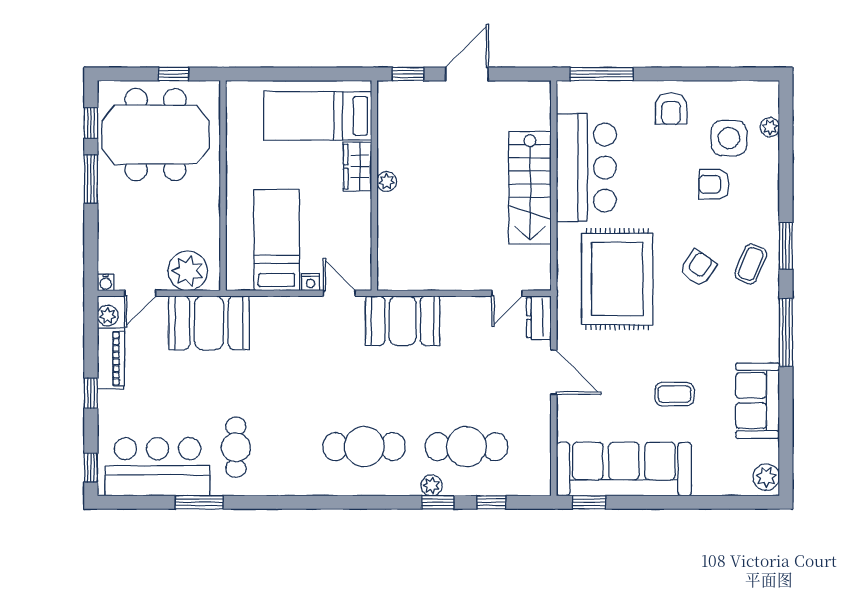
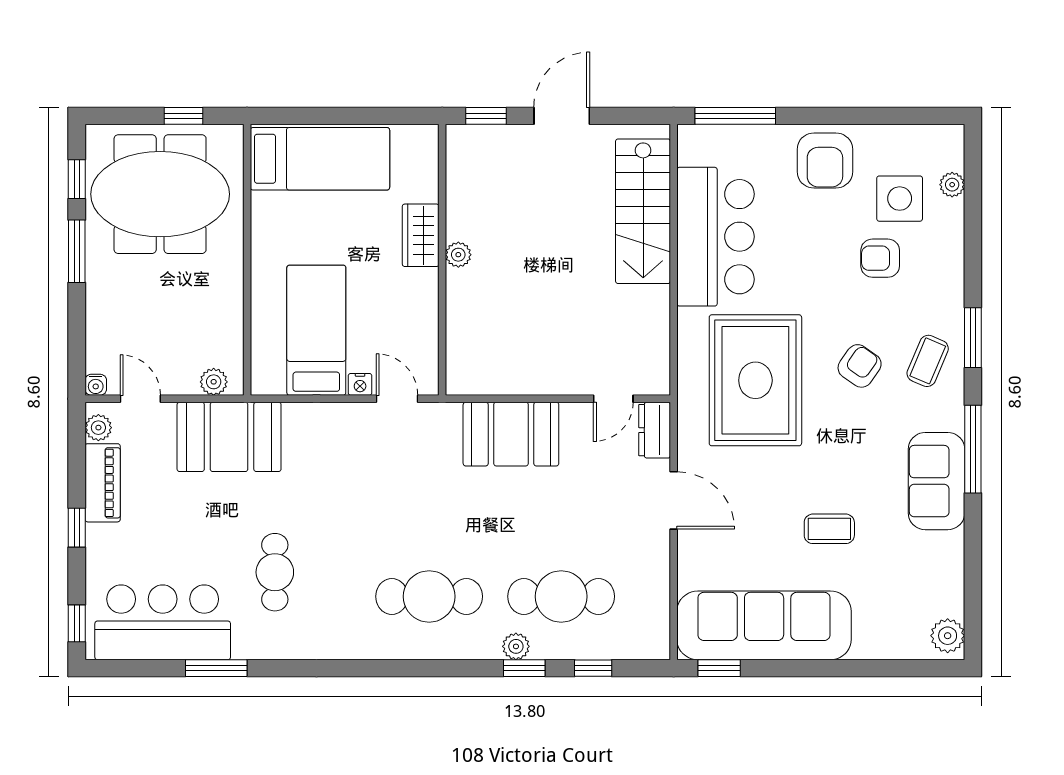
armchair: (671, 109) -> (825, 160), width x1.38, depth x1.38
bed: (318, 116) -> (320, 159), moved, turned 180
stairs: (530, 188) -> (643, 211), moved
plant: (188, 271) -> (214, 382), width x0.53, depth x0.53
door: (140, 293) -> (140, 399), swing flipped
booth: (403, 321) -> (511, 434), moved
sofa: (758, 401) -> (936, 481), moved
cafe table: (236, 447) -> (275, 572), moved

